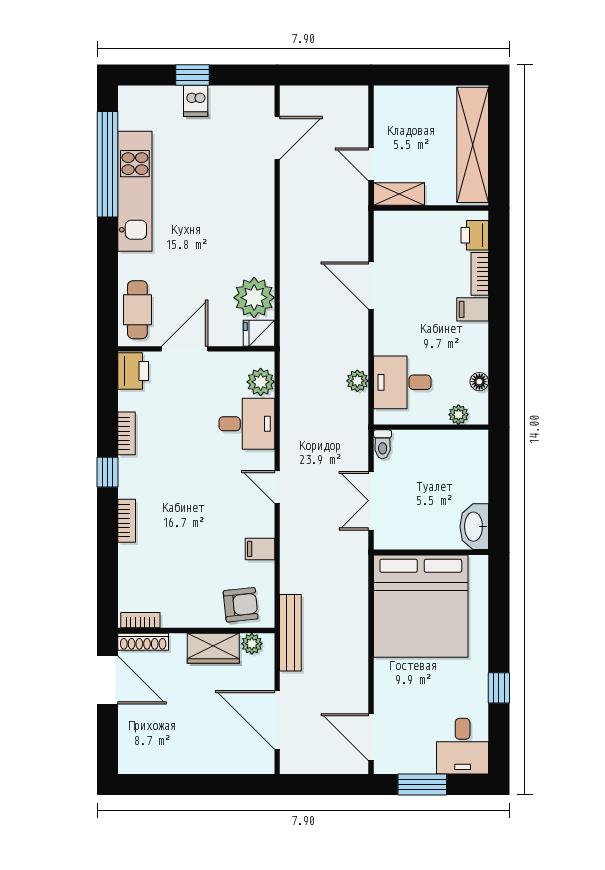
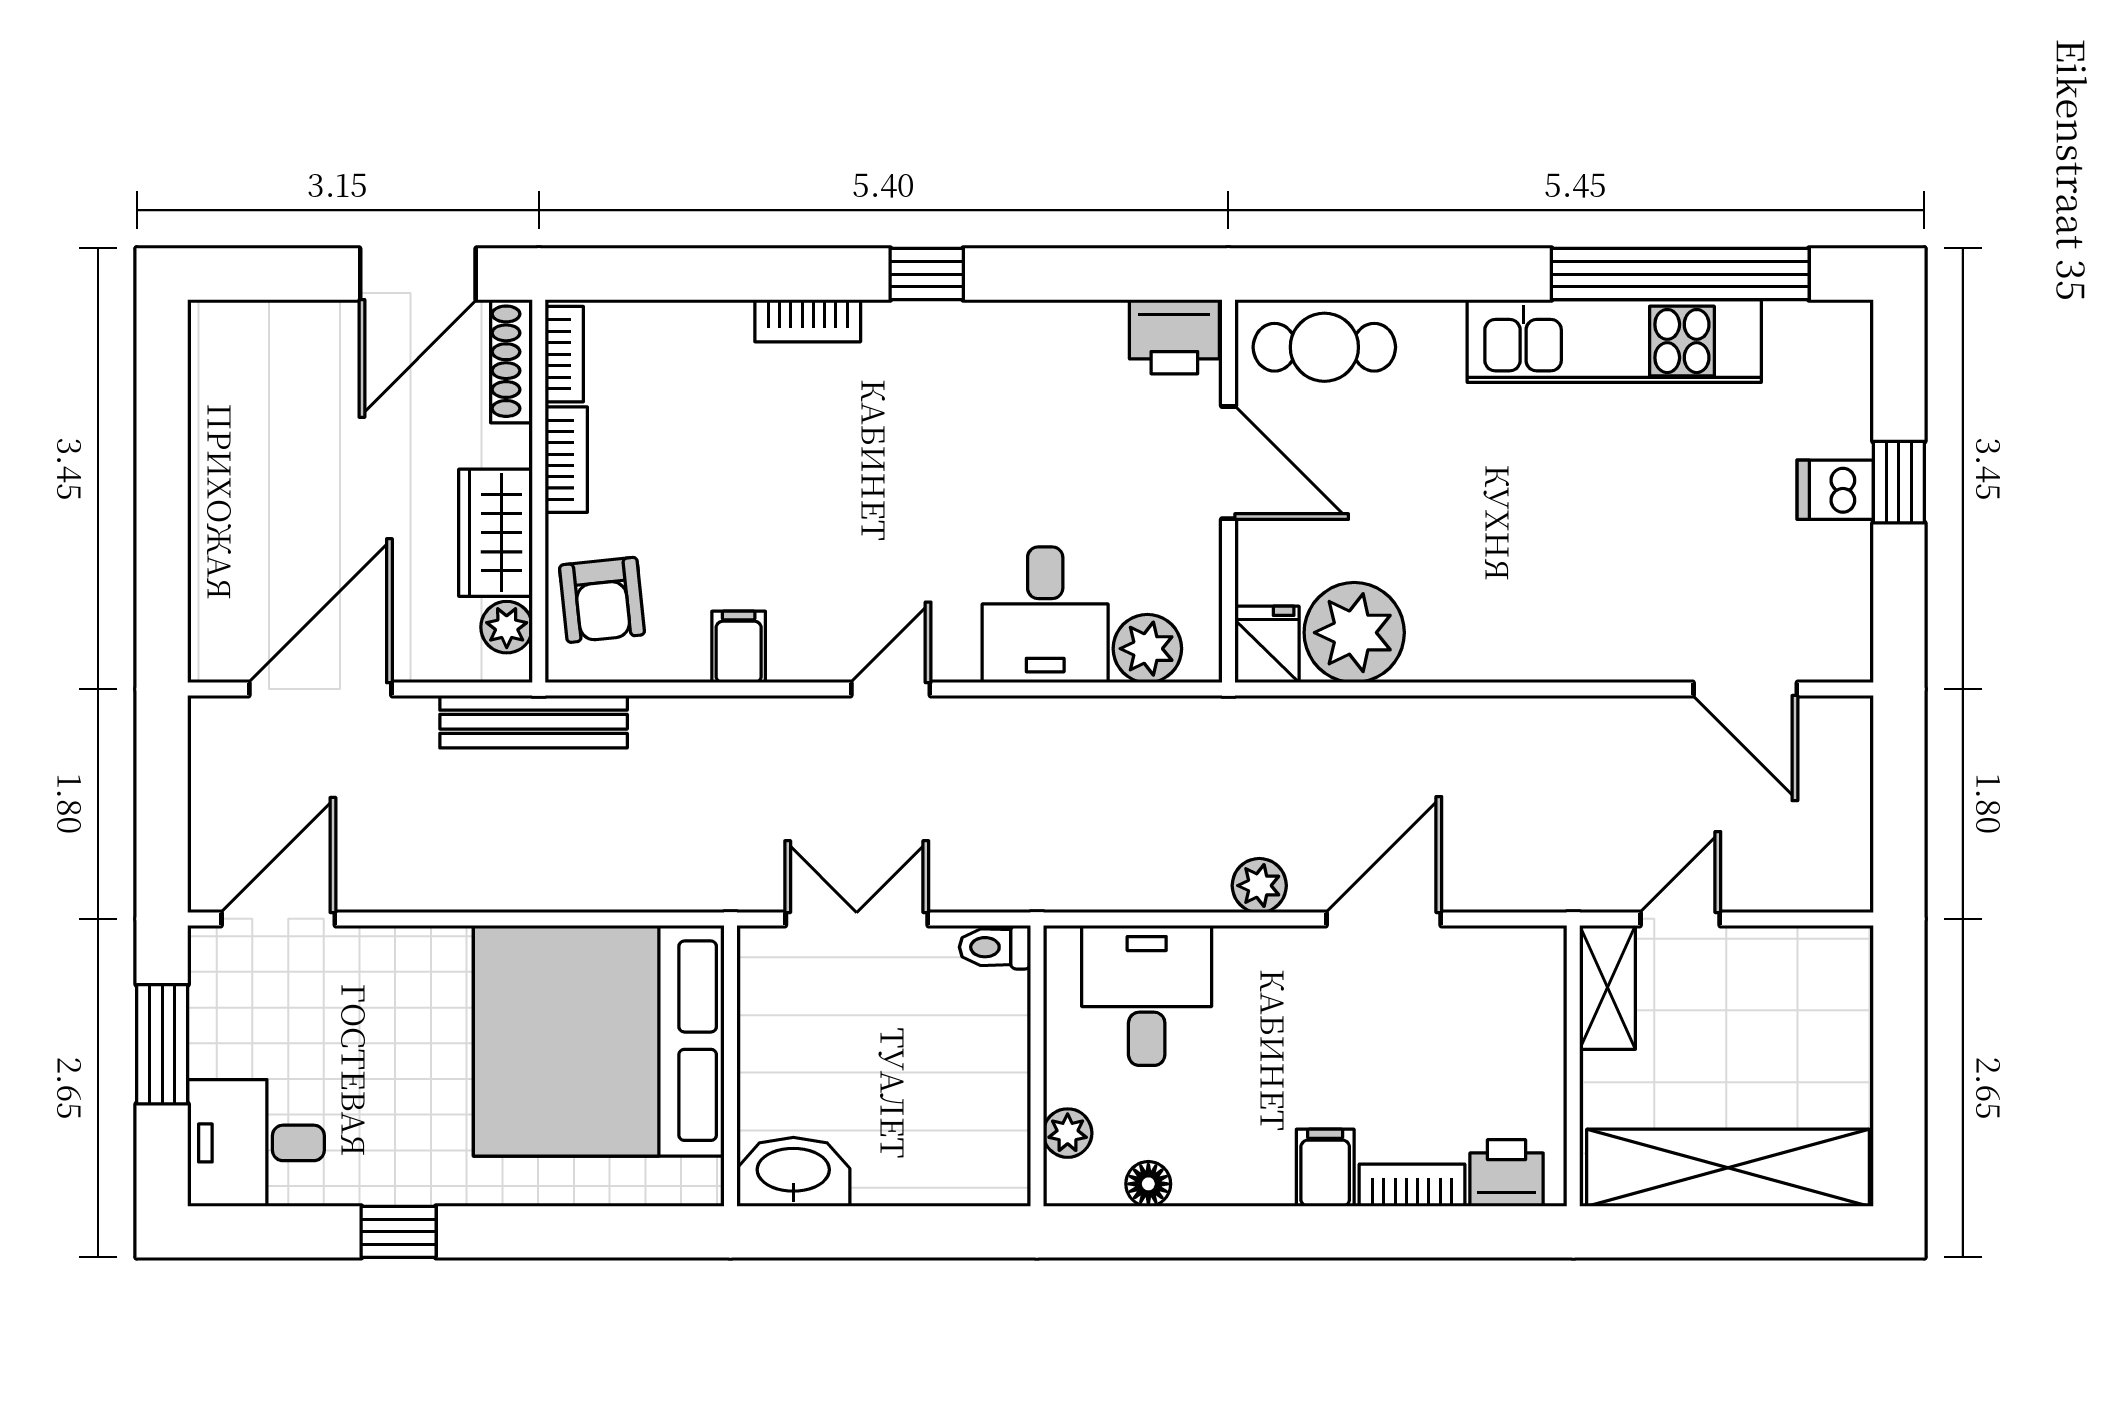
plant: (357, 381) -> (1259, 886), moved
bookcase: (127, 433) -> (566, 460), moved, turned -90

